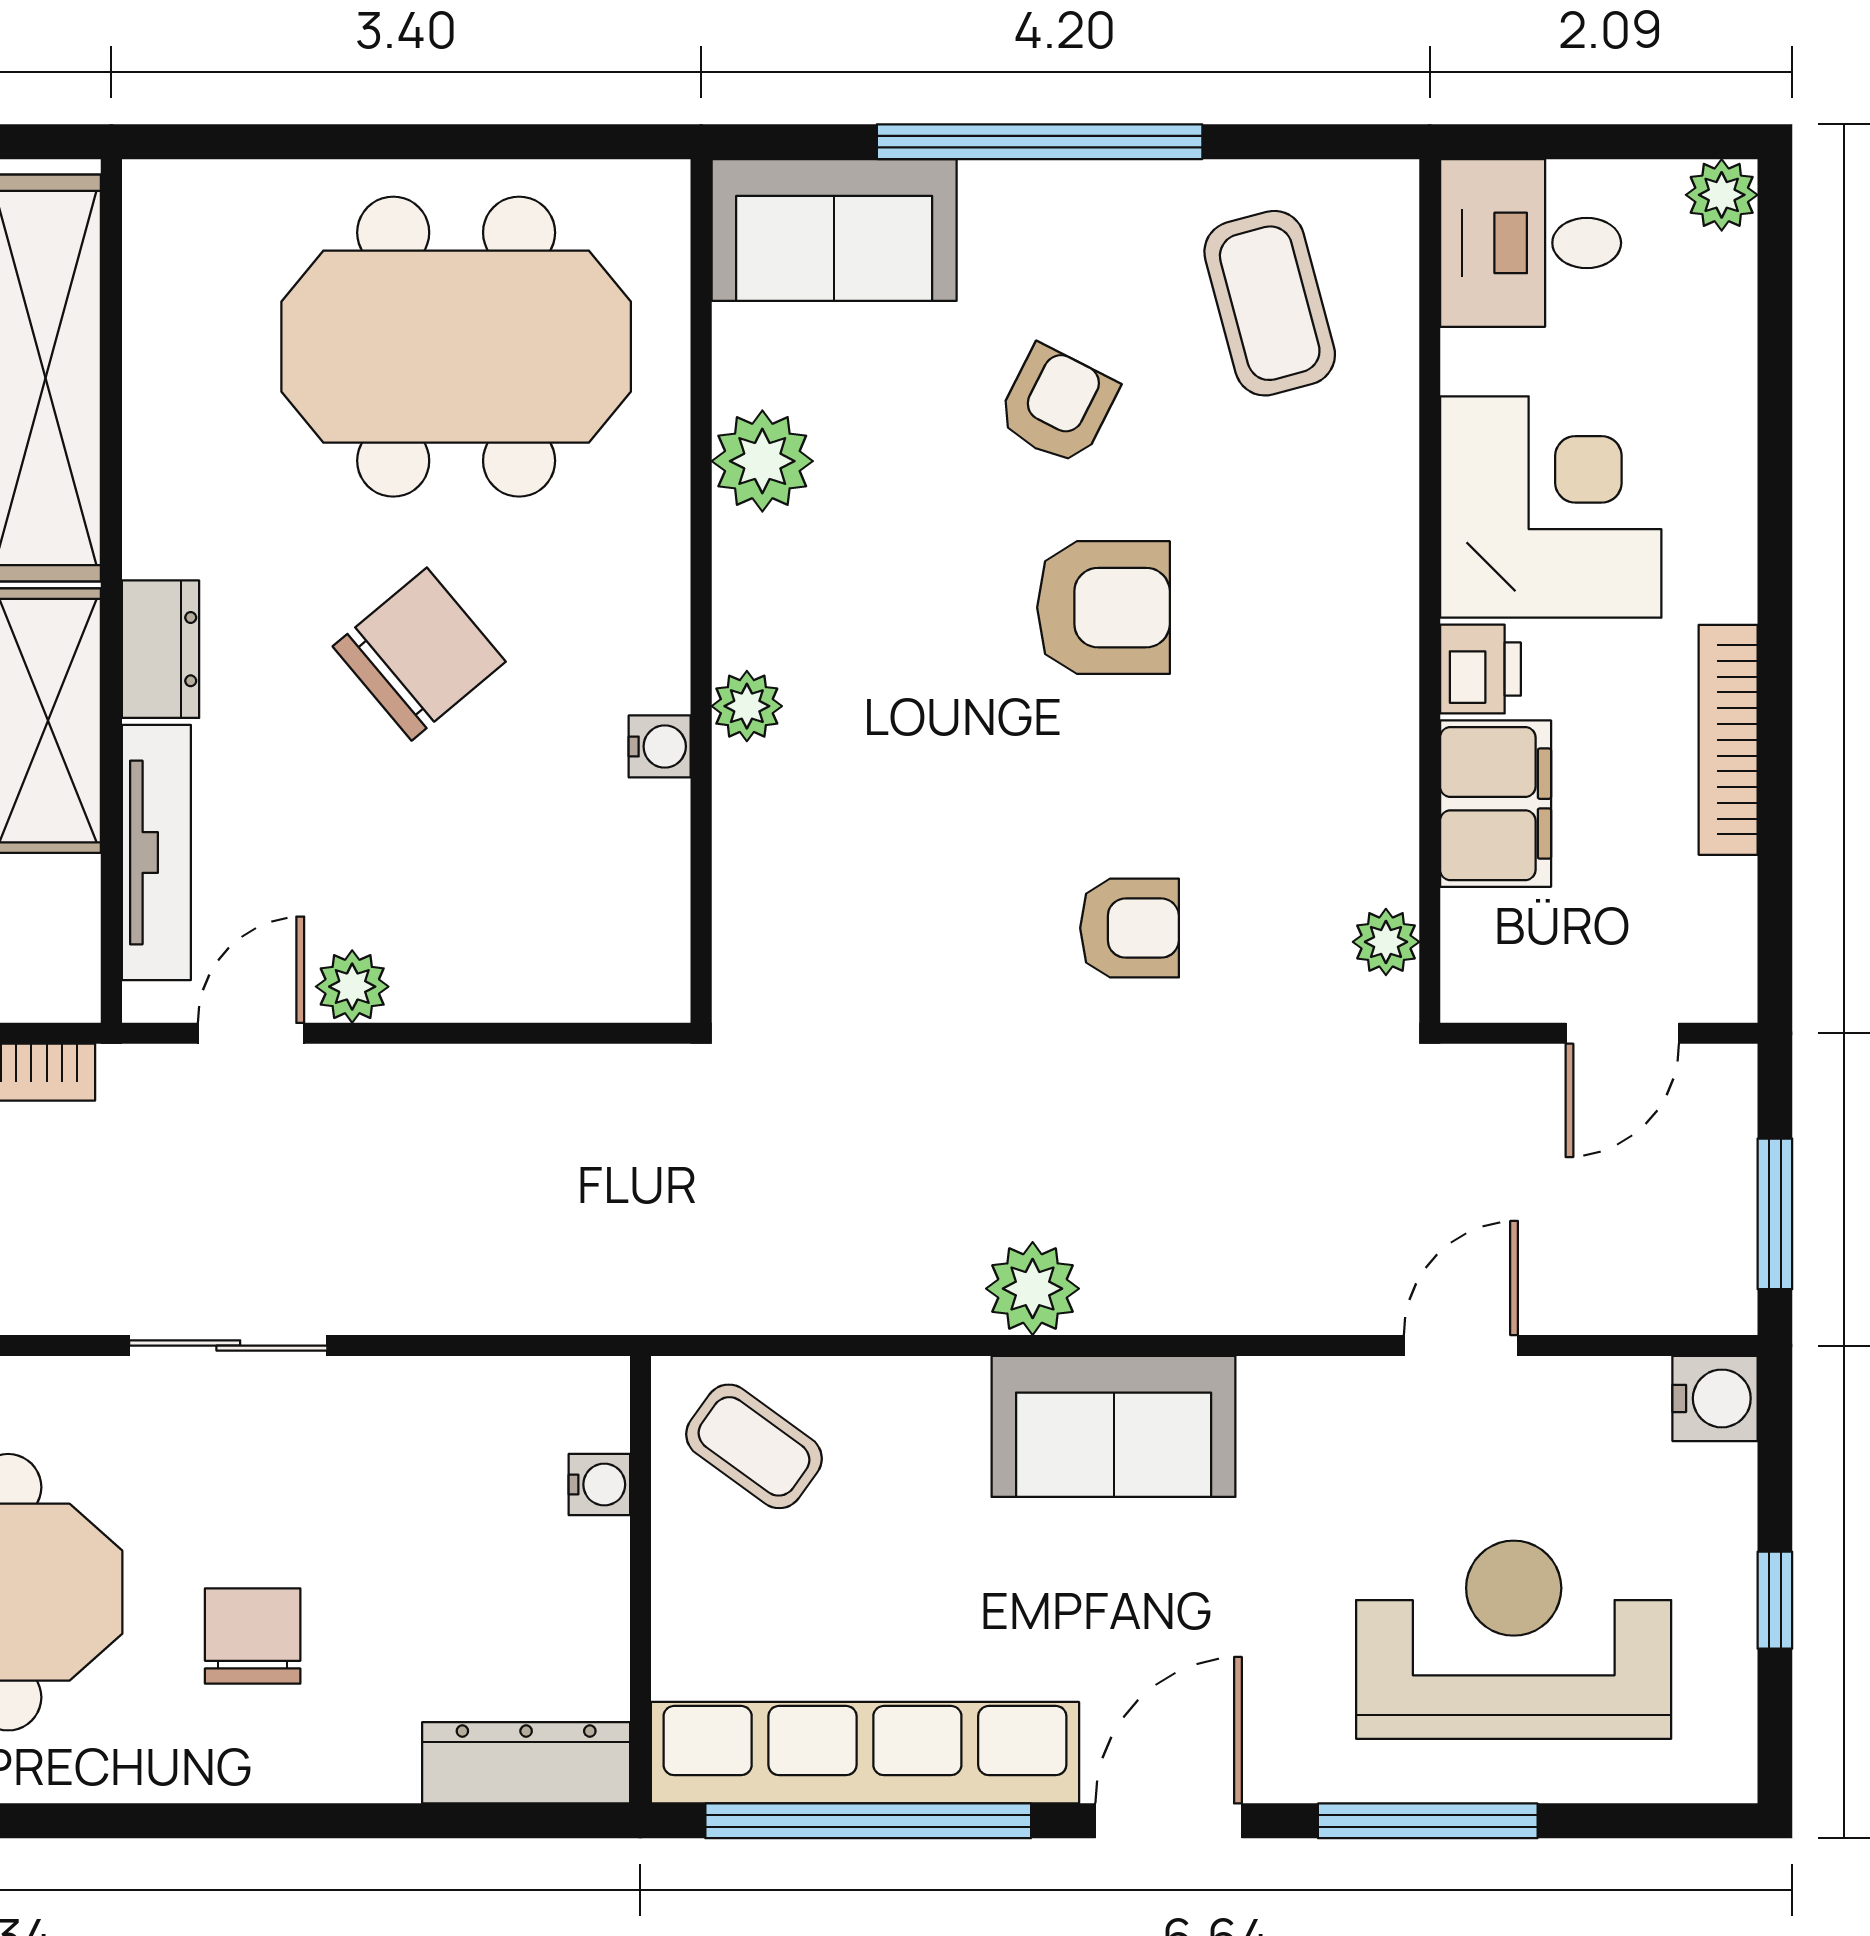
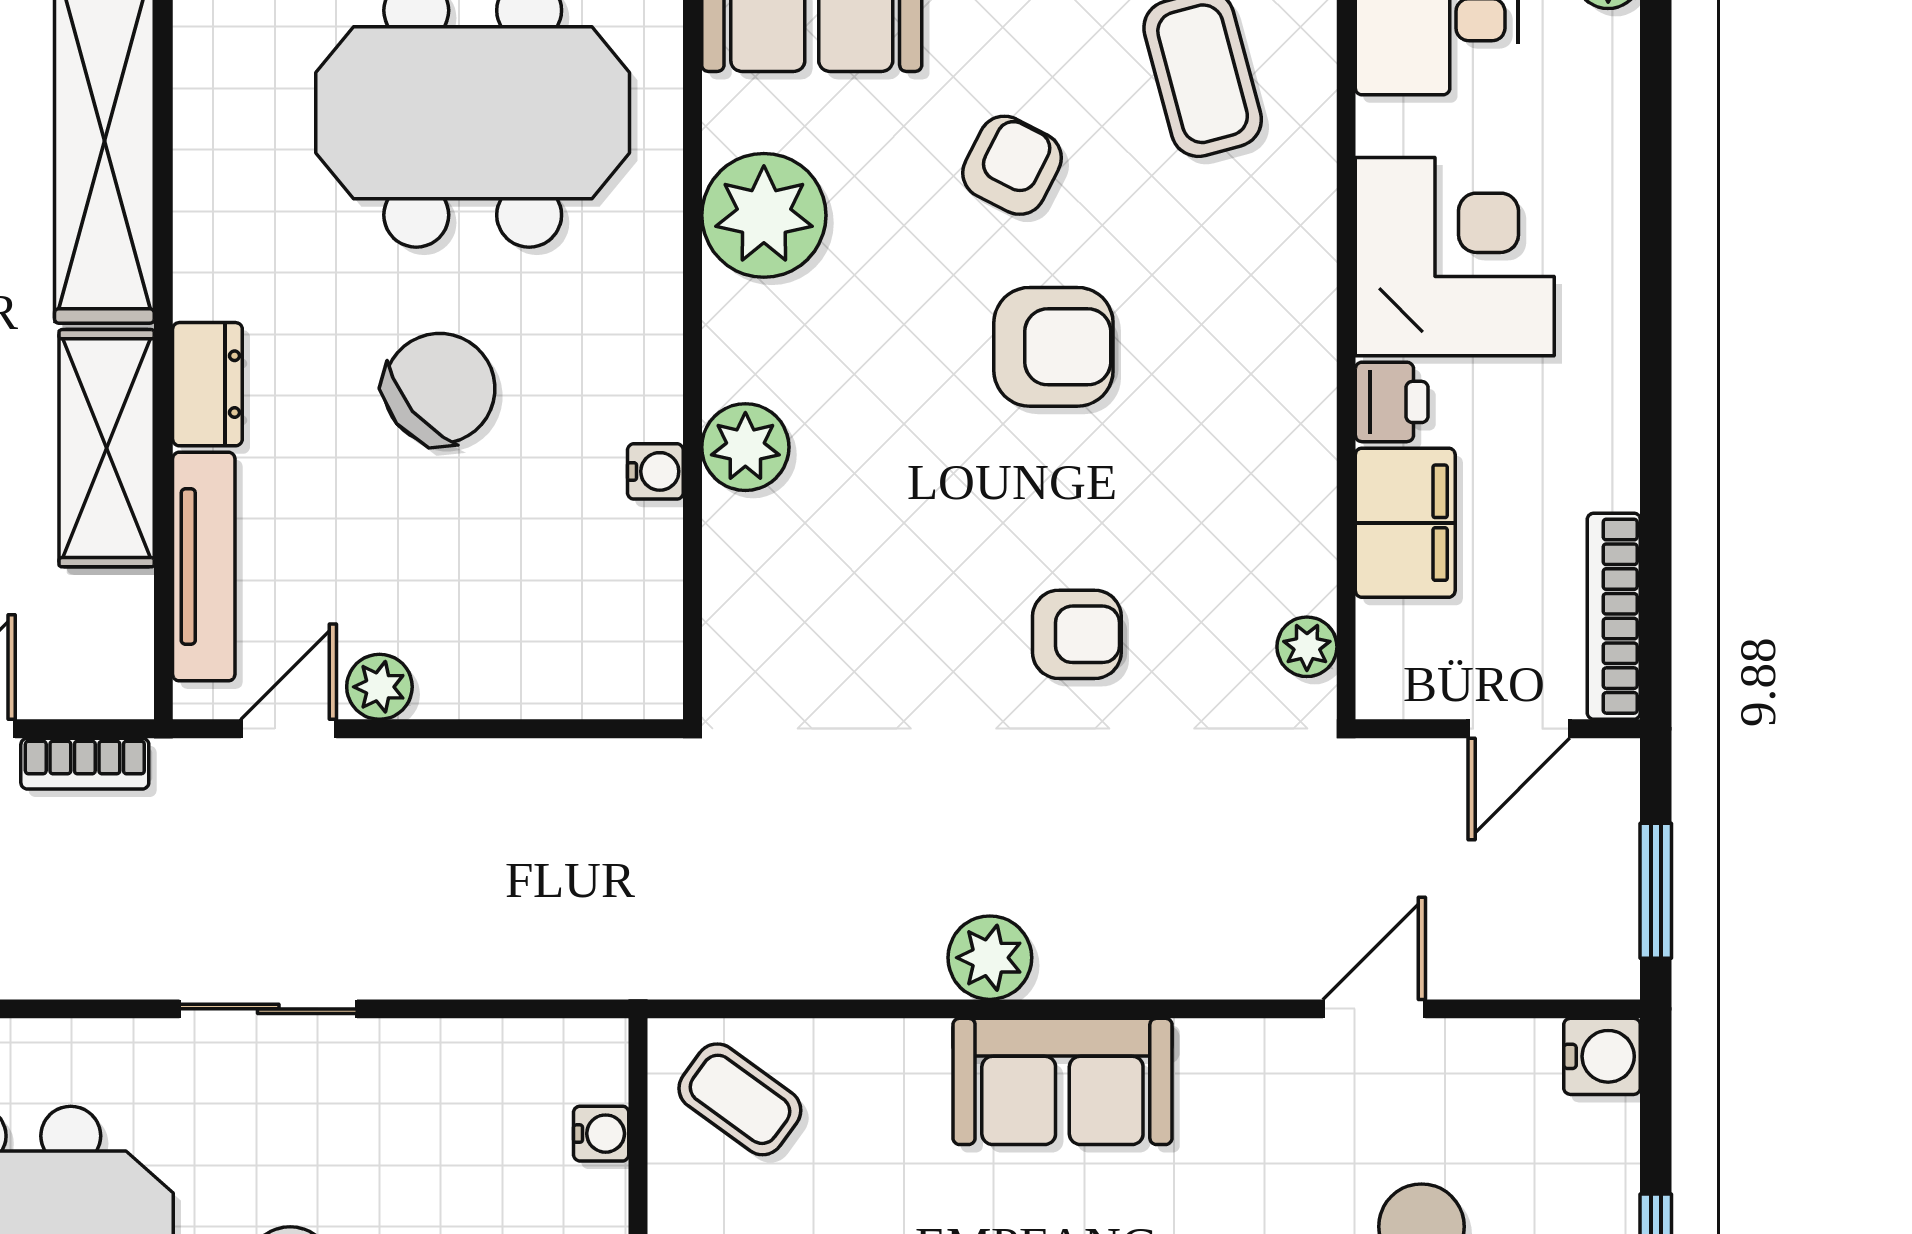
plant: (762, 461) -> (764, 215), width x1.36, depth x1.36
plant: (747, 706) -> (745, 447), width x1.38, depth x1.38
bookcase: (1728, 740) -> (1614, 616), moved

